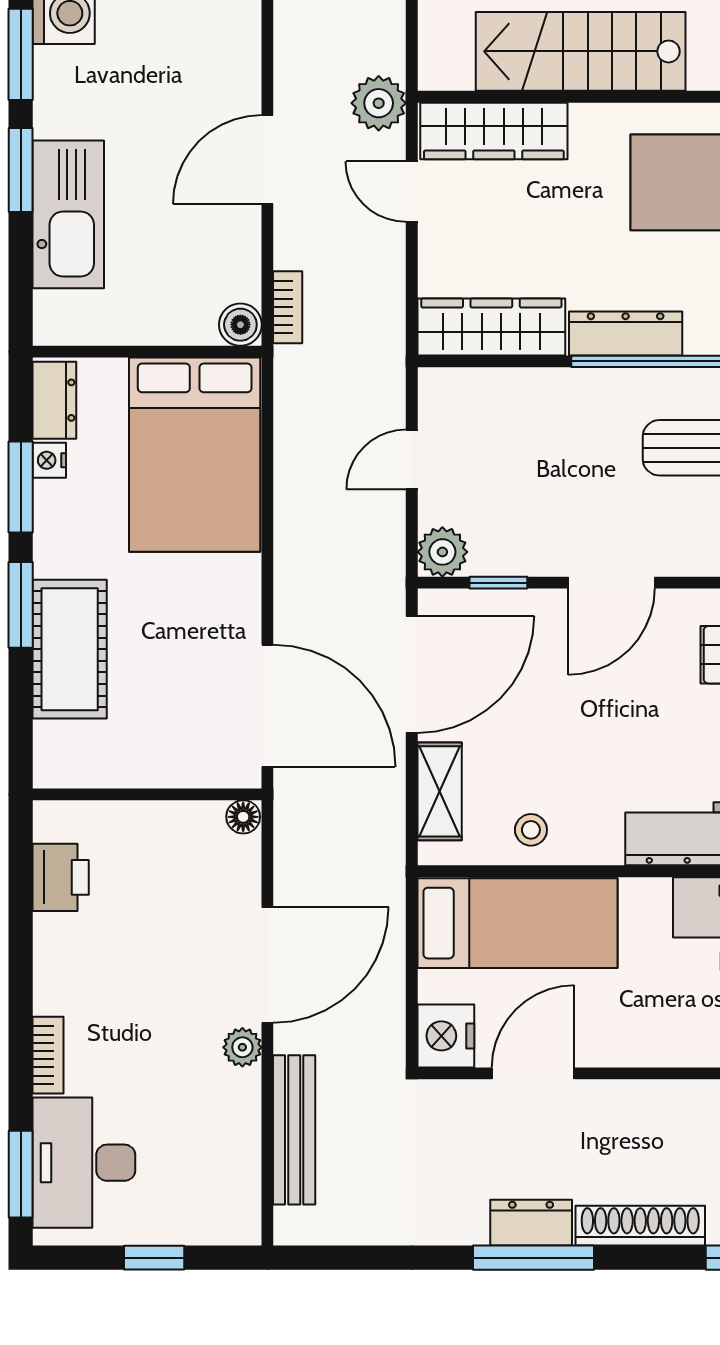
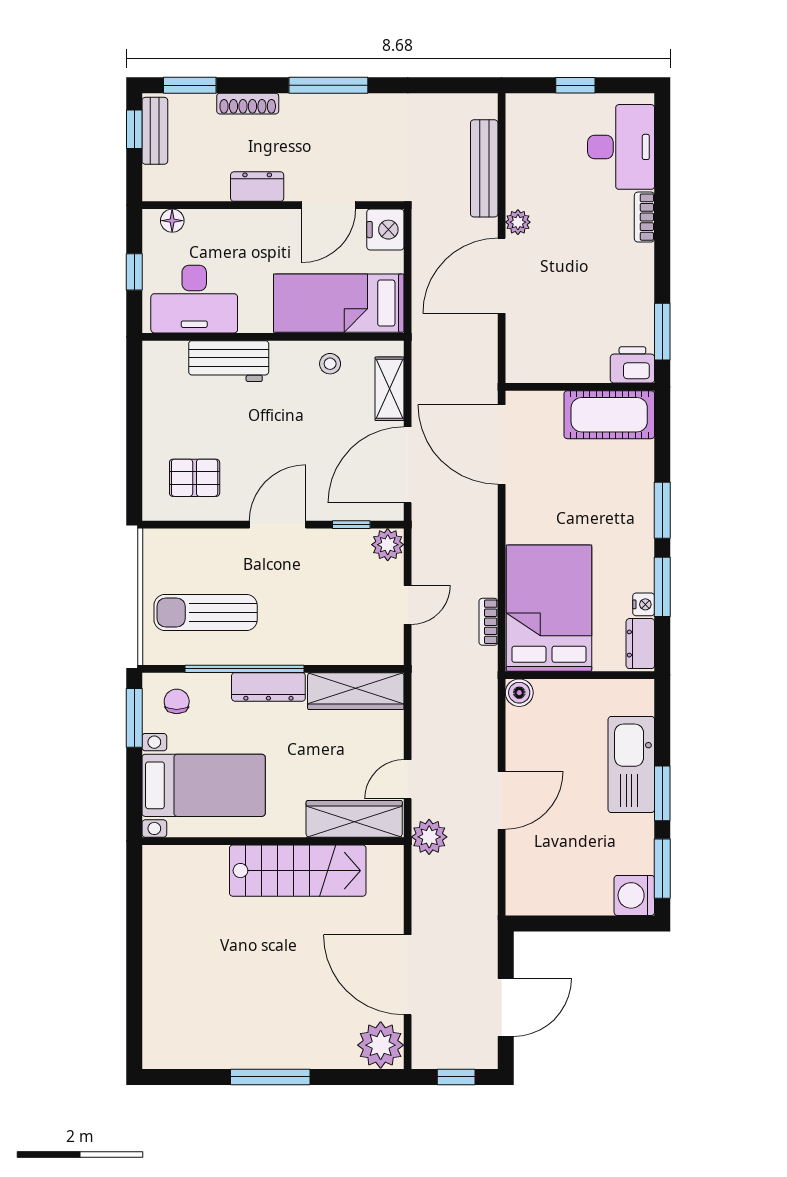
door: (412, 192) -> (408, 779), swing flipped
bookcase: (288, 307) -> (488, 622), moved
cot: (70, 649) -> (609, 415), moved, turned 90
floor lamp: (243, 817) -> (517, 372), removed
printer: (61, 877) -> (632, 365), moved, turned 90
window: (21, 1174) -> (662, 332), moved
dresser: (531, 1223) -> (257, 187), moved, turned 180
shoe rack: (640, 1226) -> (248, 104), width x0.74, depth x0.81

